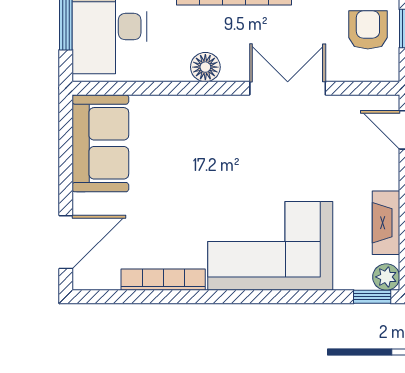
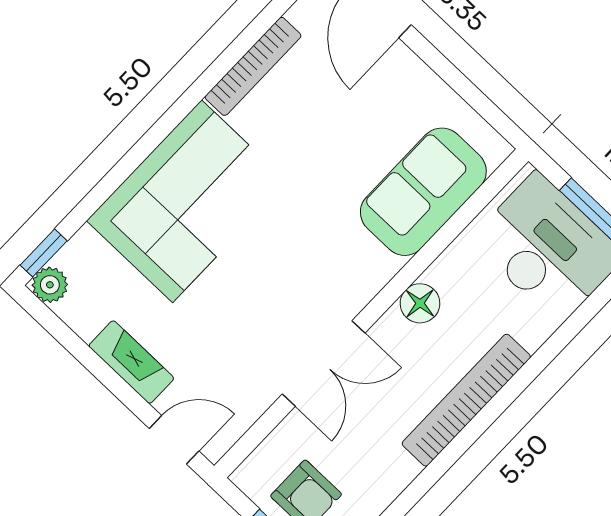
sofa: (100, 143) -> (423, 192), moved, turned 90
fireplace: (386, 223) -> (131, 362), moved

